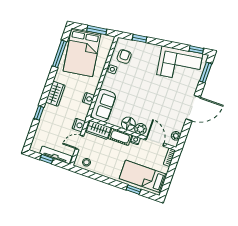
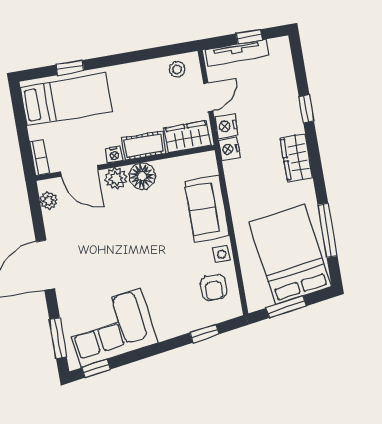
nightstand: (88, 99) -> (229, 149), moved
sofa: (103, 106) -> (207, 208), moved

